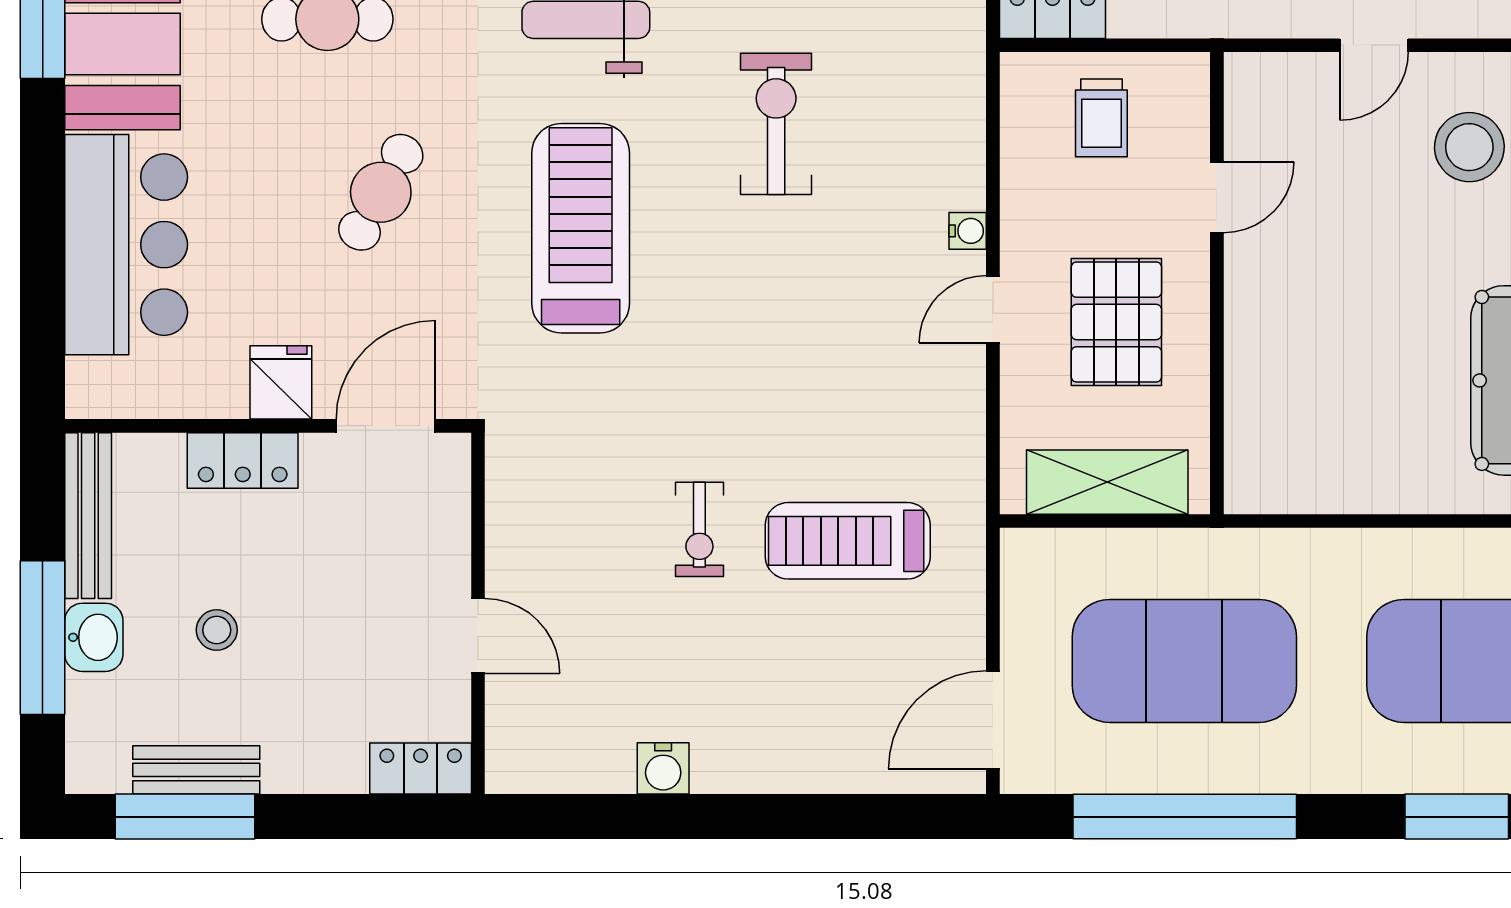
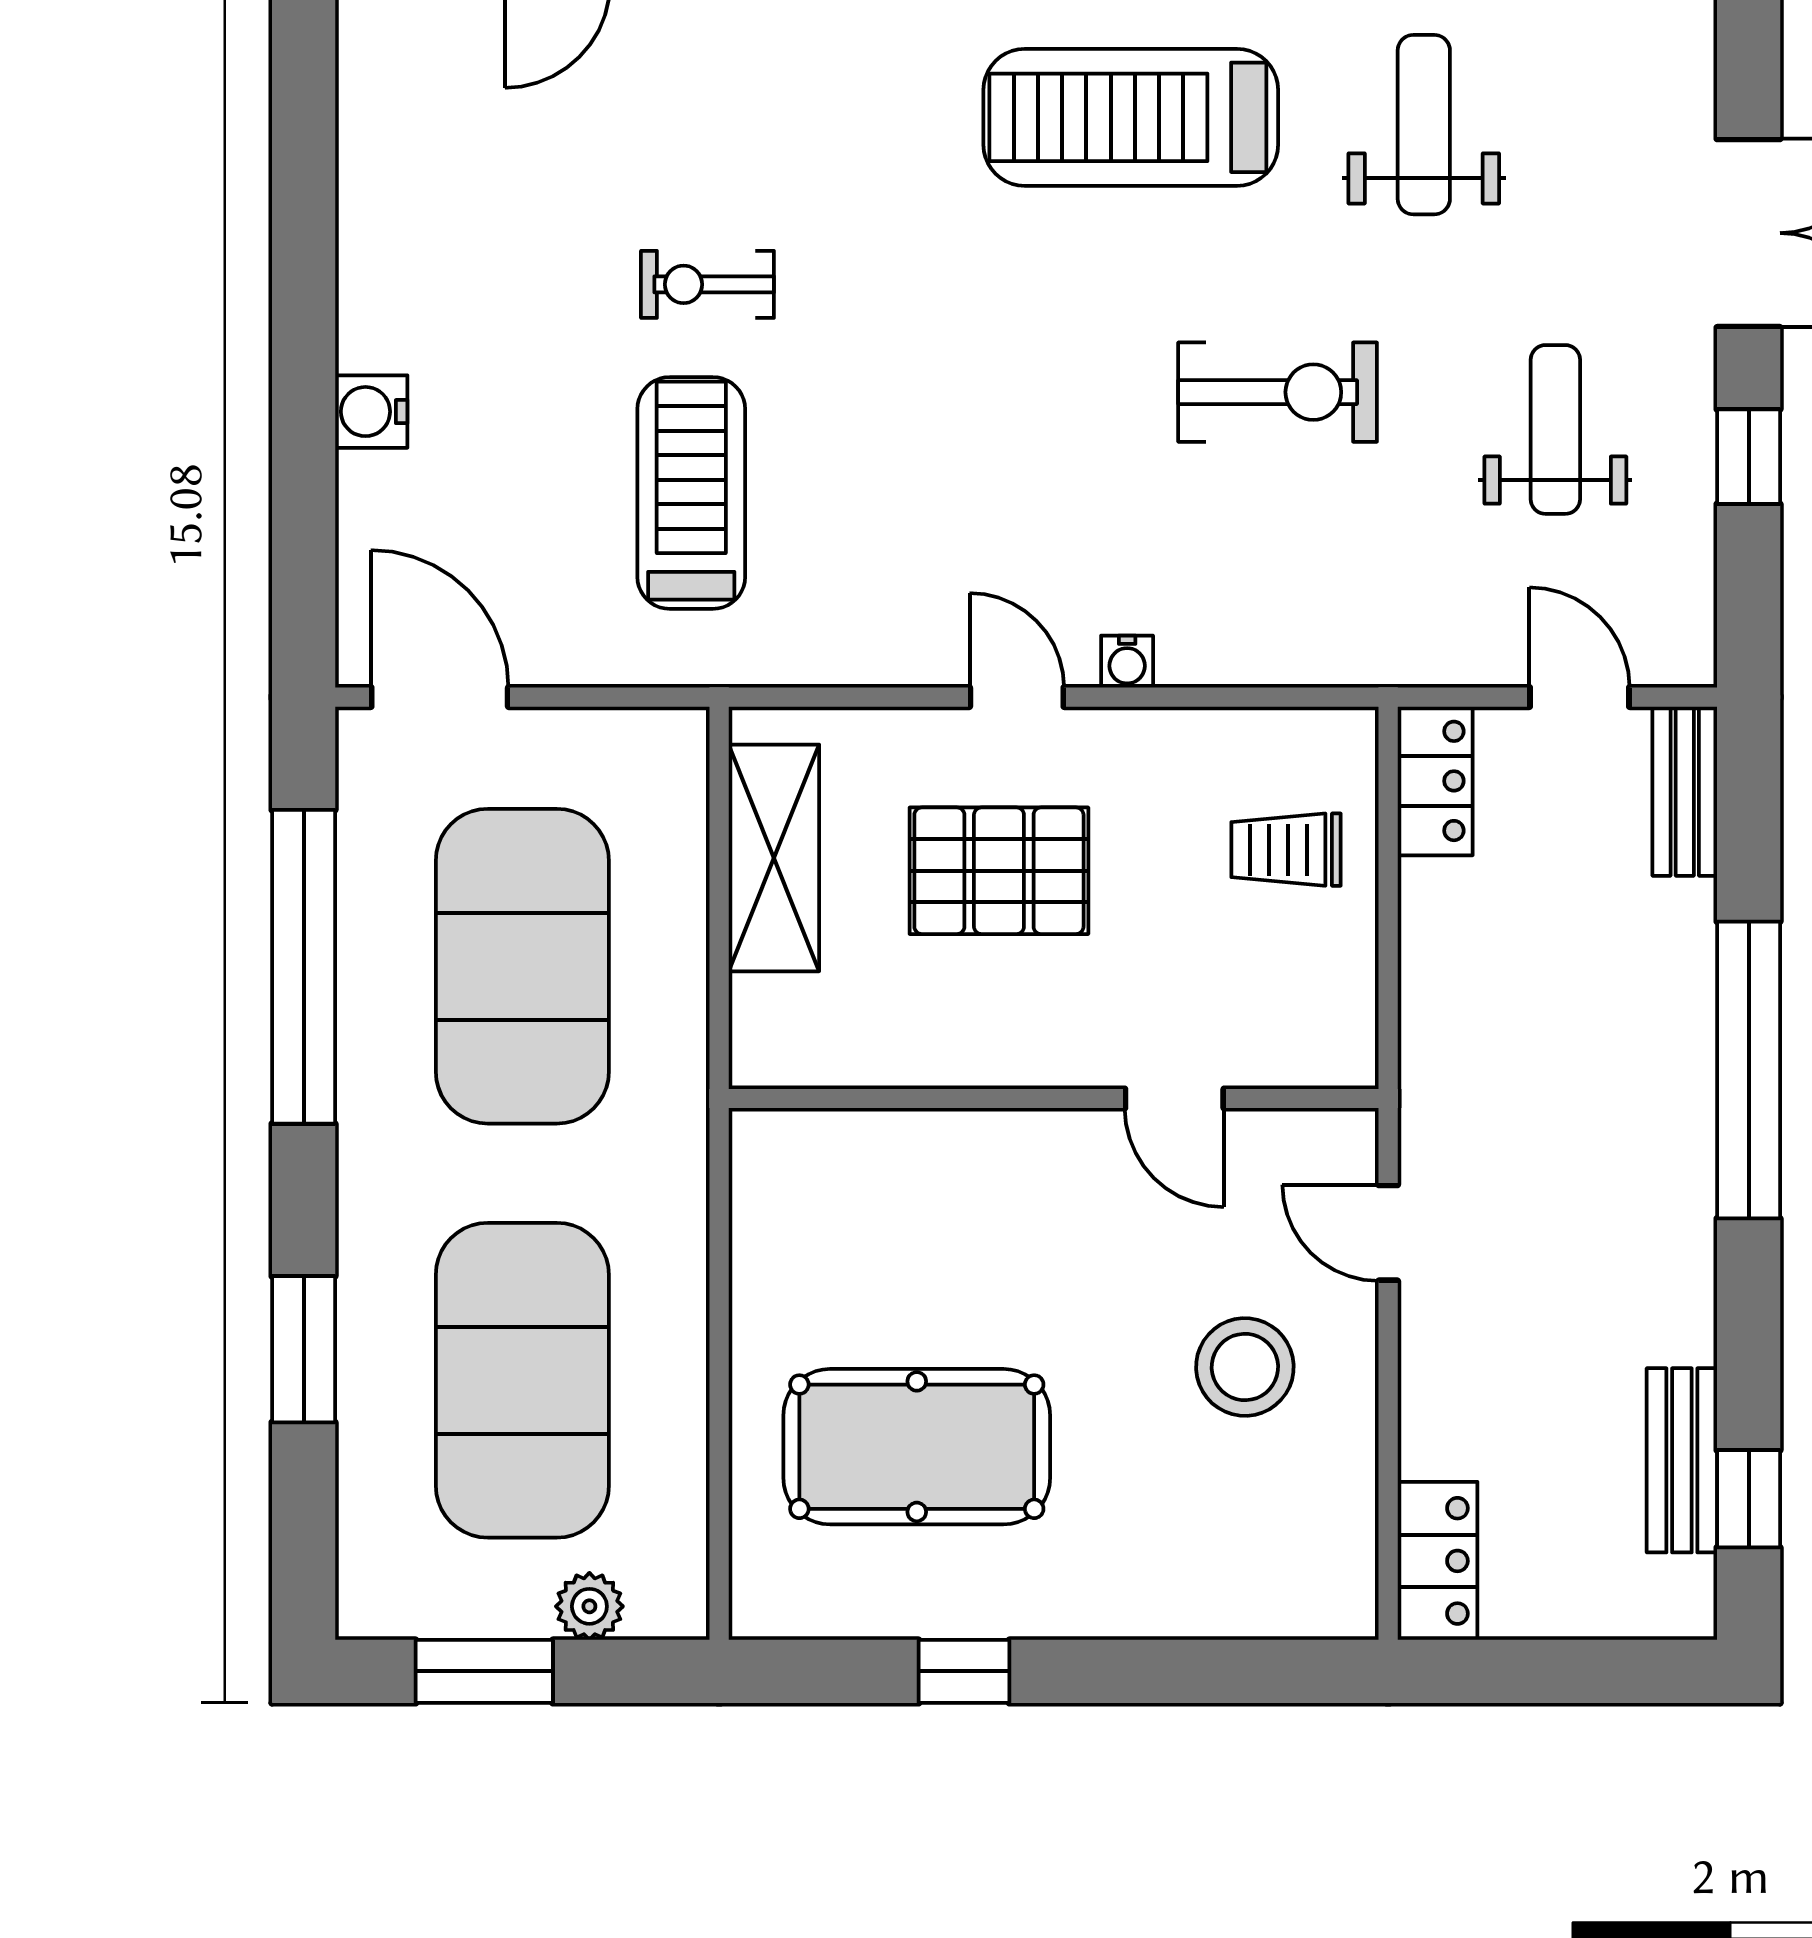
door: (1217, 197) -> (1174, 1098), moved
treadmill: (581, 228) -> (1131, 117), turned 180
wall: (1217, 283) -> (1054, 1098), moved
water cooler: (663, 768) -> (371, 412), moved

